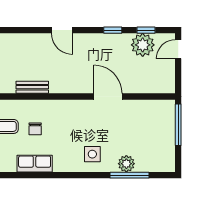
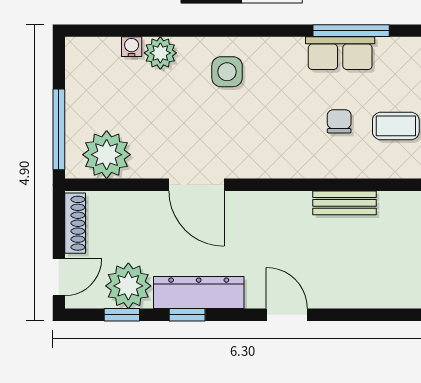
dresser: (107, 41) -> (199, 293), added
shoe rack: (170, 77) -> (75, 223), added
plant: (154, 112) -> (107, 155), added
water cooler: (141, 167) -> (132, 47), added
window: (130, 175) -> (351, 31), moved

